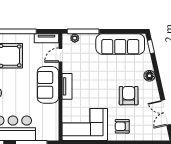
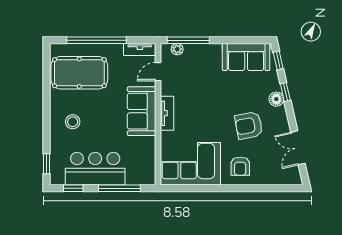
sofa: (120, 44) -> (246, 57), width x0.73
window: (156, 70) -> (285, 92), added
armchair: (129, 96) -> (249, 126), turned -101
armchair: (122, 126) -> (240, 166), turned -90

